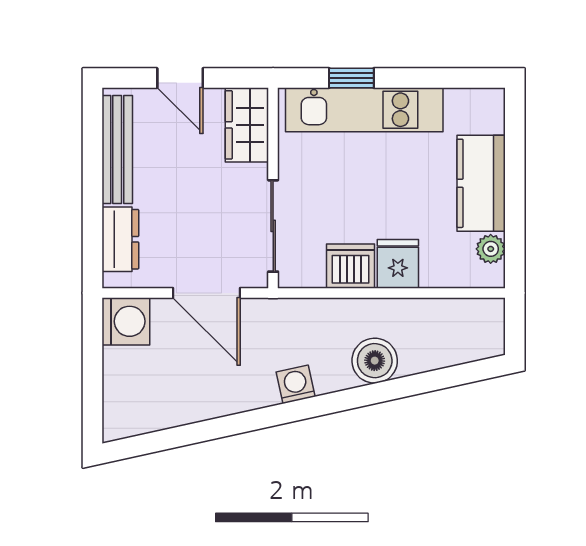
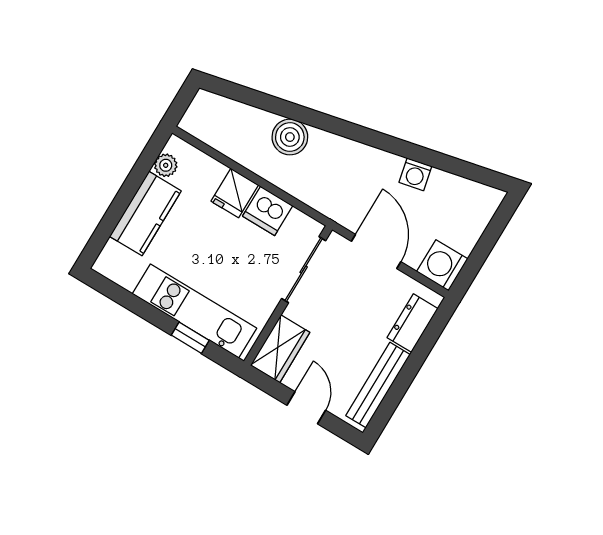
washing machine: (296, 384) -> (415, 174), moved

